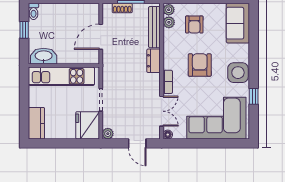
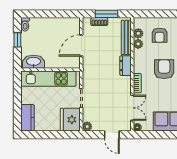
plant: (169, 10) -> (138, 44), moved

